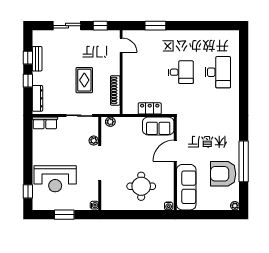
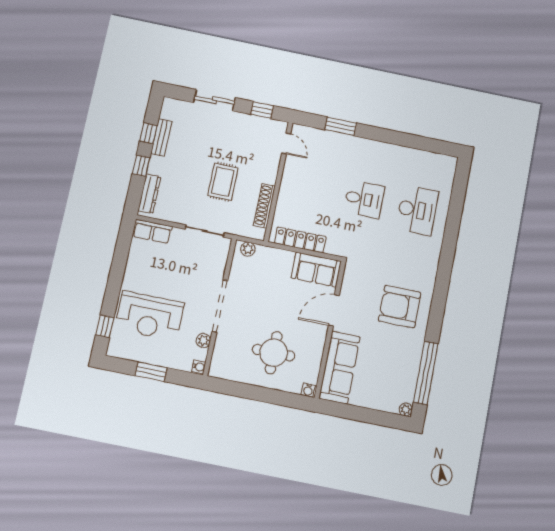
locker: (150, 108) -> (300, 240), width x1.53
plant: (94, 141) -> (203, 341), moved
window: (244, 161) -> (426, 373), moved
armchair: (223, 174) -> (400, 307), moved

